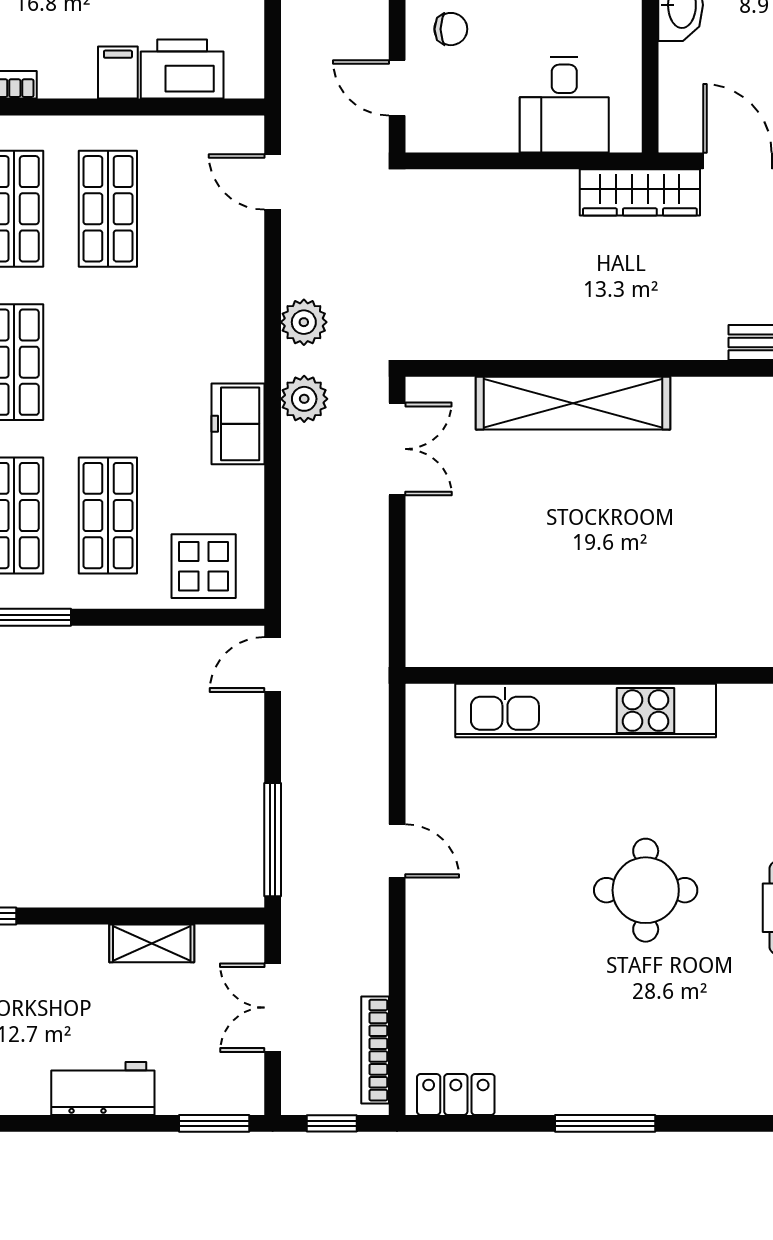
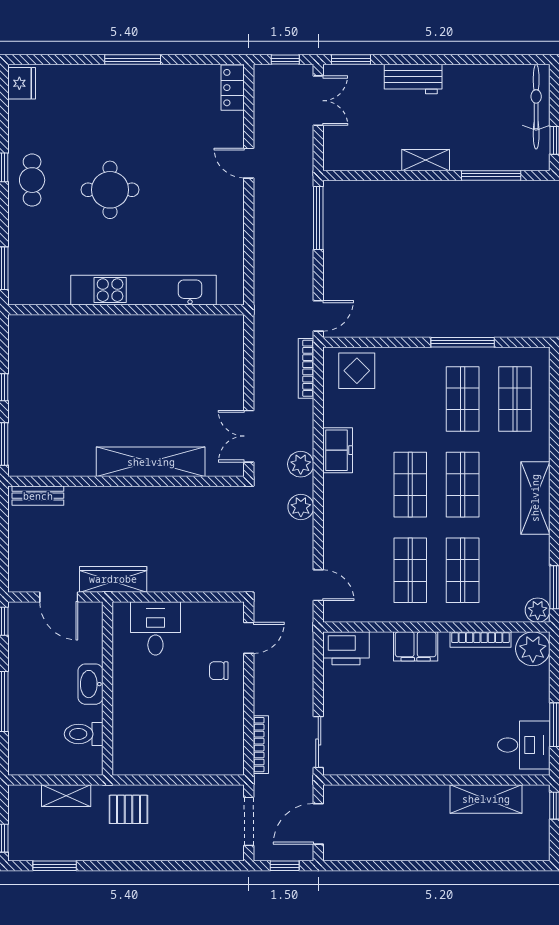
printer: (182, 69) -> (346, 648), moved
filing cabinet: (118, 73) -> (416, 646), width x2.00
door: (397, 88) -> (249, 638), hinge flipped
shop shelf: (108, 516) -> (410, 485), moved
door: (397, 851) -> (249, 163), moved
shelving: (152, 943) -> (426, 160), moved
double door: (273, 1008) -> (318, 101), moved
bookcase: (375, 1050) -> (306, 368), moved, turned 180
locker: (456, 1094) -> (233, 88), moved, turned 90

